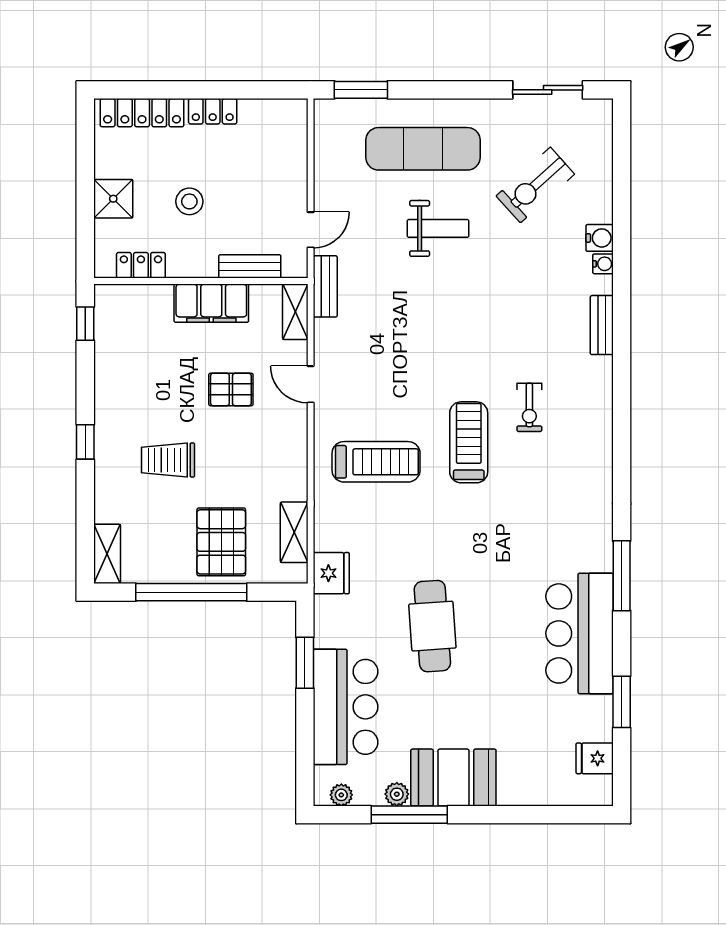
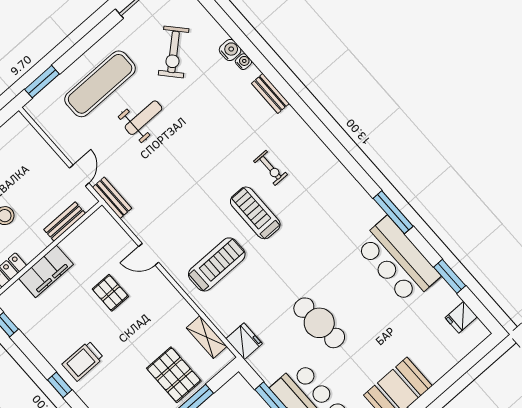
filing cabinet: (211, 303) -> (46, 271), moved
shelving: (295, 312) -> (108, 224), removed
pallet: (231, 389) -> (110, 293), turned 90
trolley: (168, 460) -> (83, 361), moved

